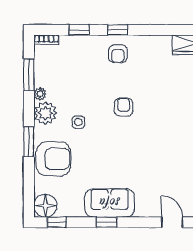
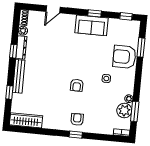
window: (79, 30) -> (100, 137), removed
plant: (45, 113) -> (124, 110), moved
window: (29, 142) -> (141, 47), moved
floor lamp: (45, 206) -> (132, 28), removed
door: (172, 222) -> (53, 9), hinge flipped

